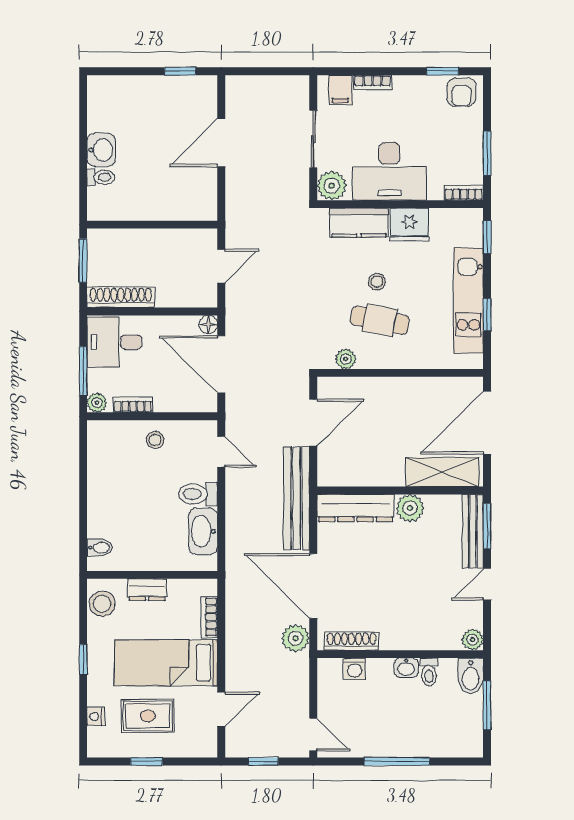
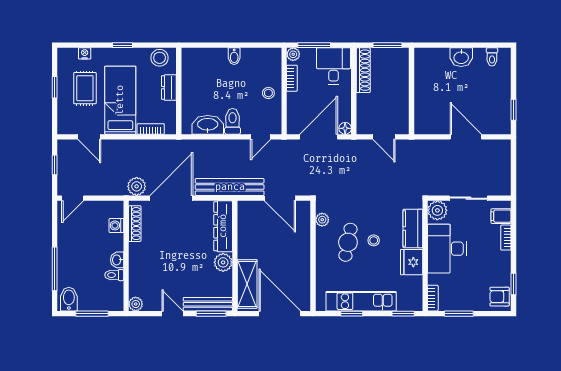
toilet: (101, 177) -> (492, 57), moved
bidet: (100, 548) -> (234, 56), moved
bidet: (471, 676) -> (69, 299), moved, turned 90
window: (397, 761) -> (55, 269), moved

